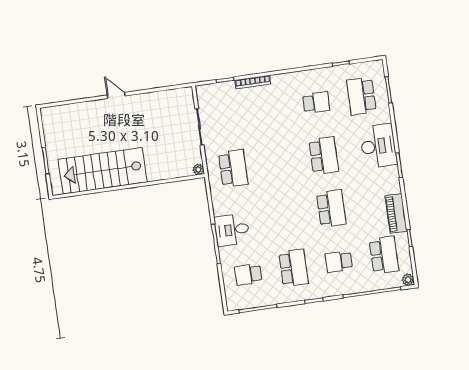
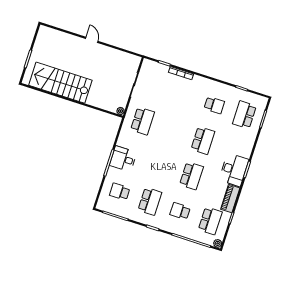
desk: (378, 146) -> (234, 170), moved

